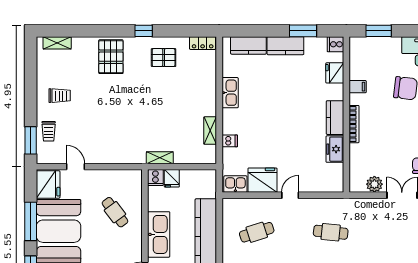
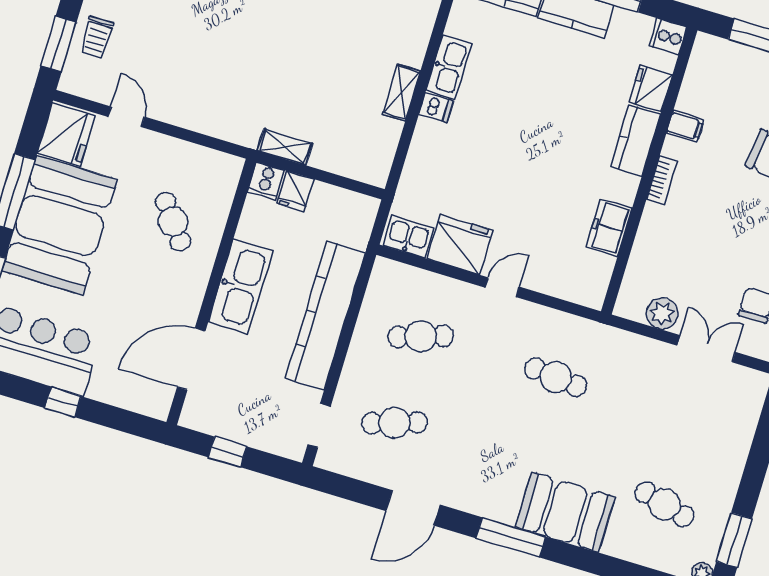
kitchen counter: (335, 118) -> (636, 141), moved
bookcase: (354, 124) -> (662, 180), width x0.64
shelving: (210, 131) -> (401, 93), moved
dishwasher: (230, 141) -> (436, 108), moved

